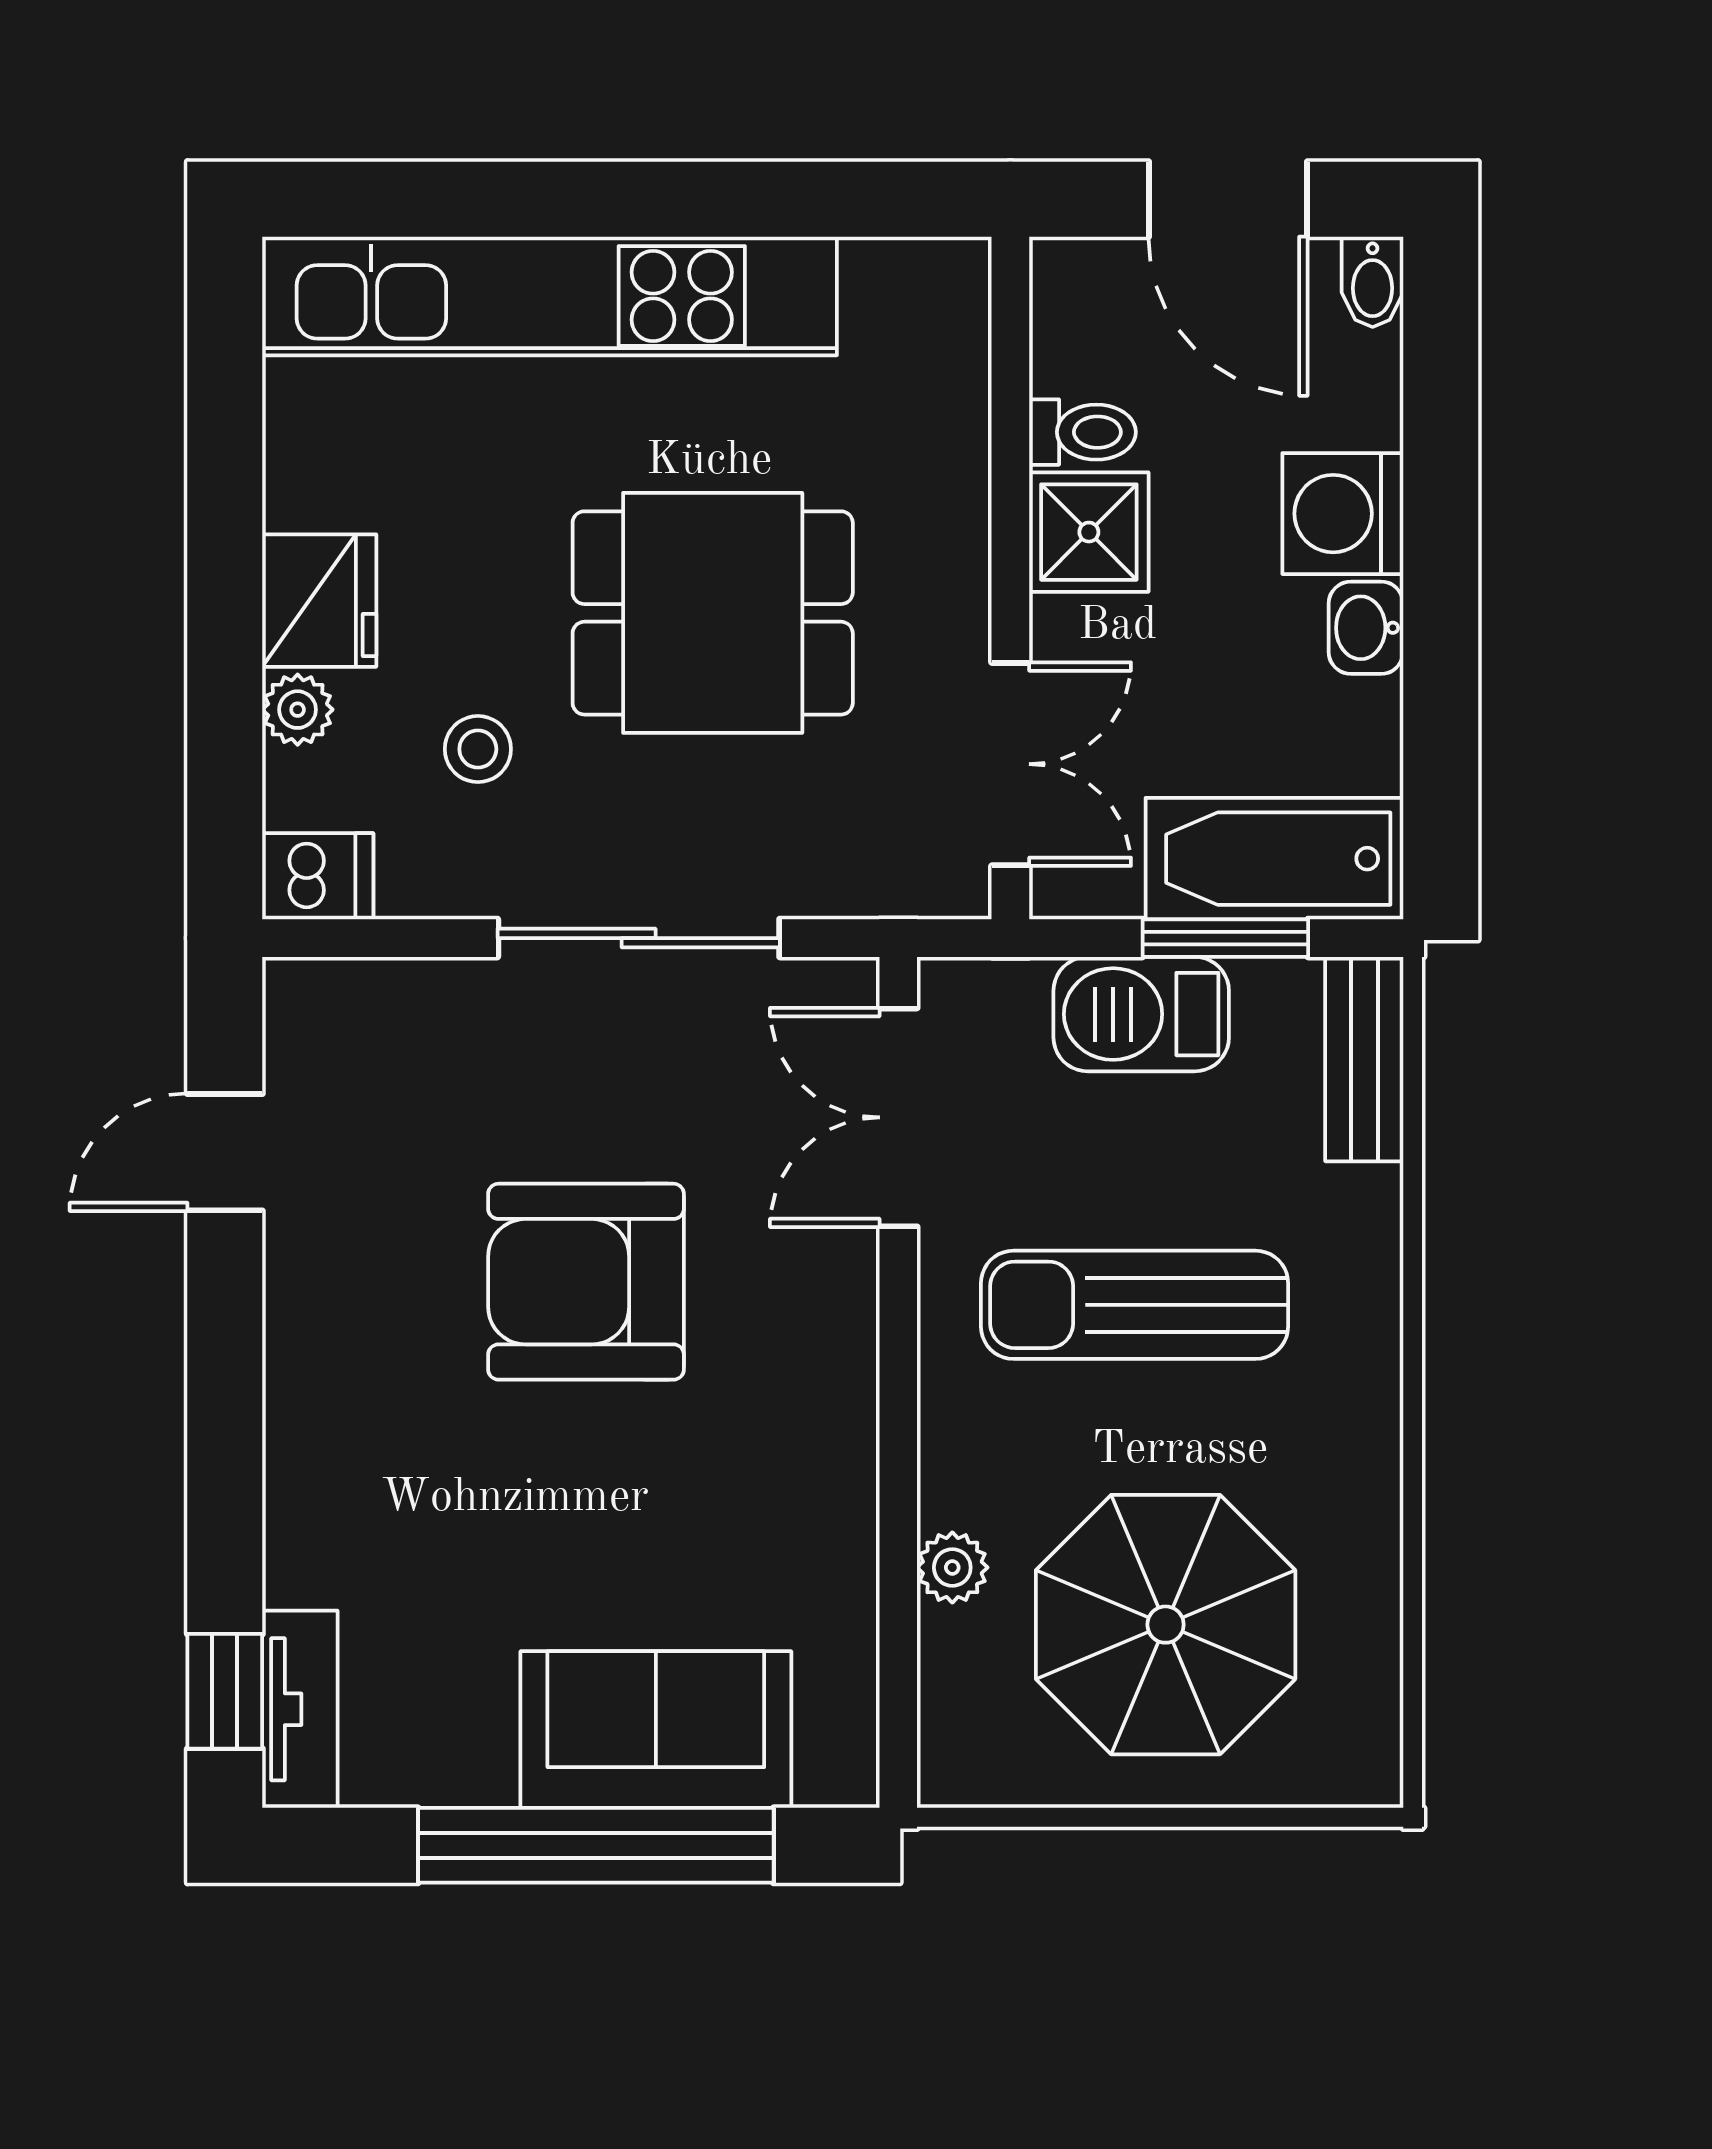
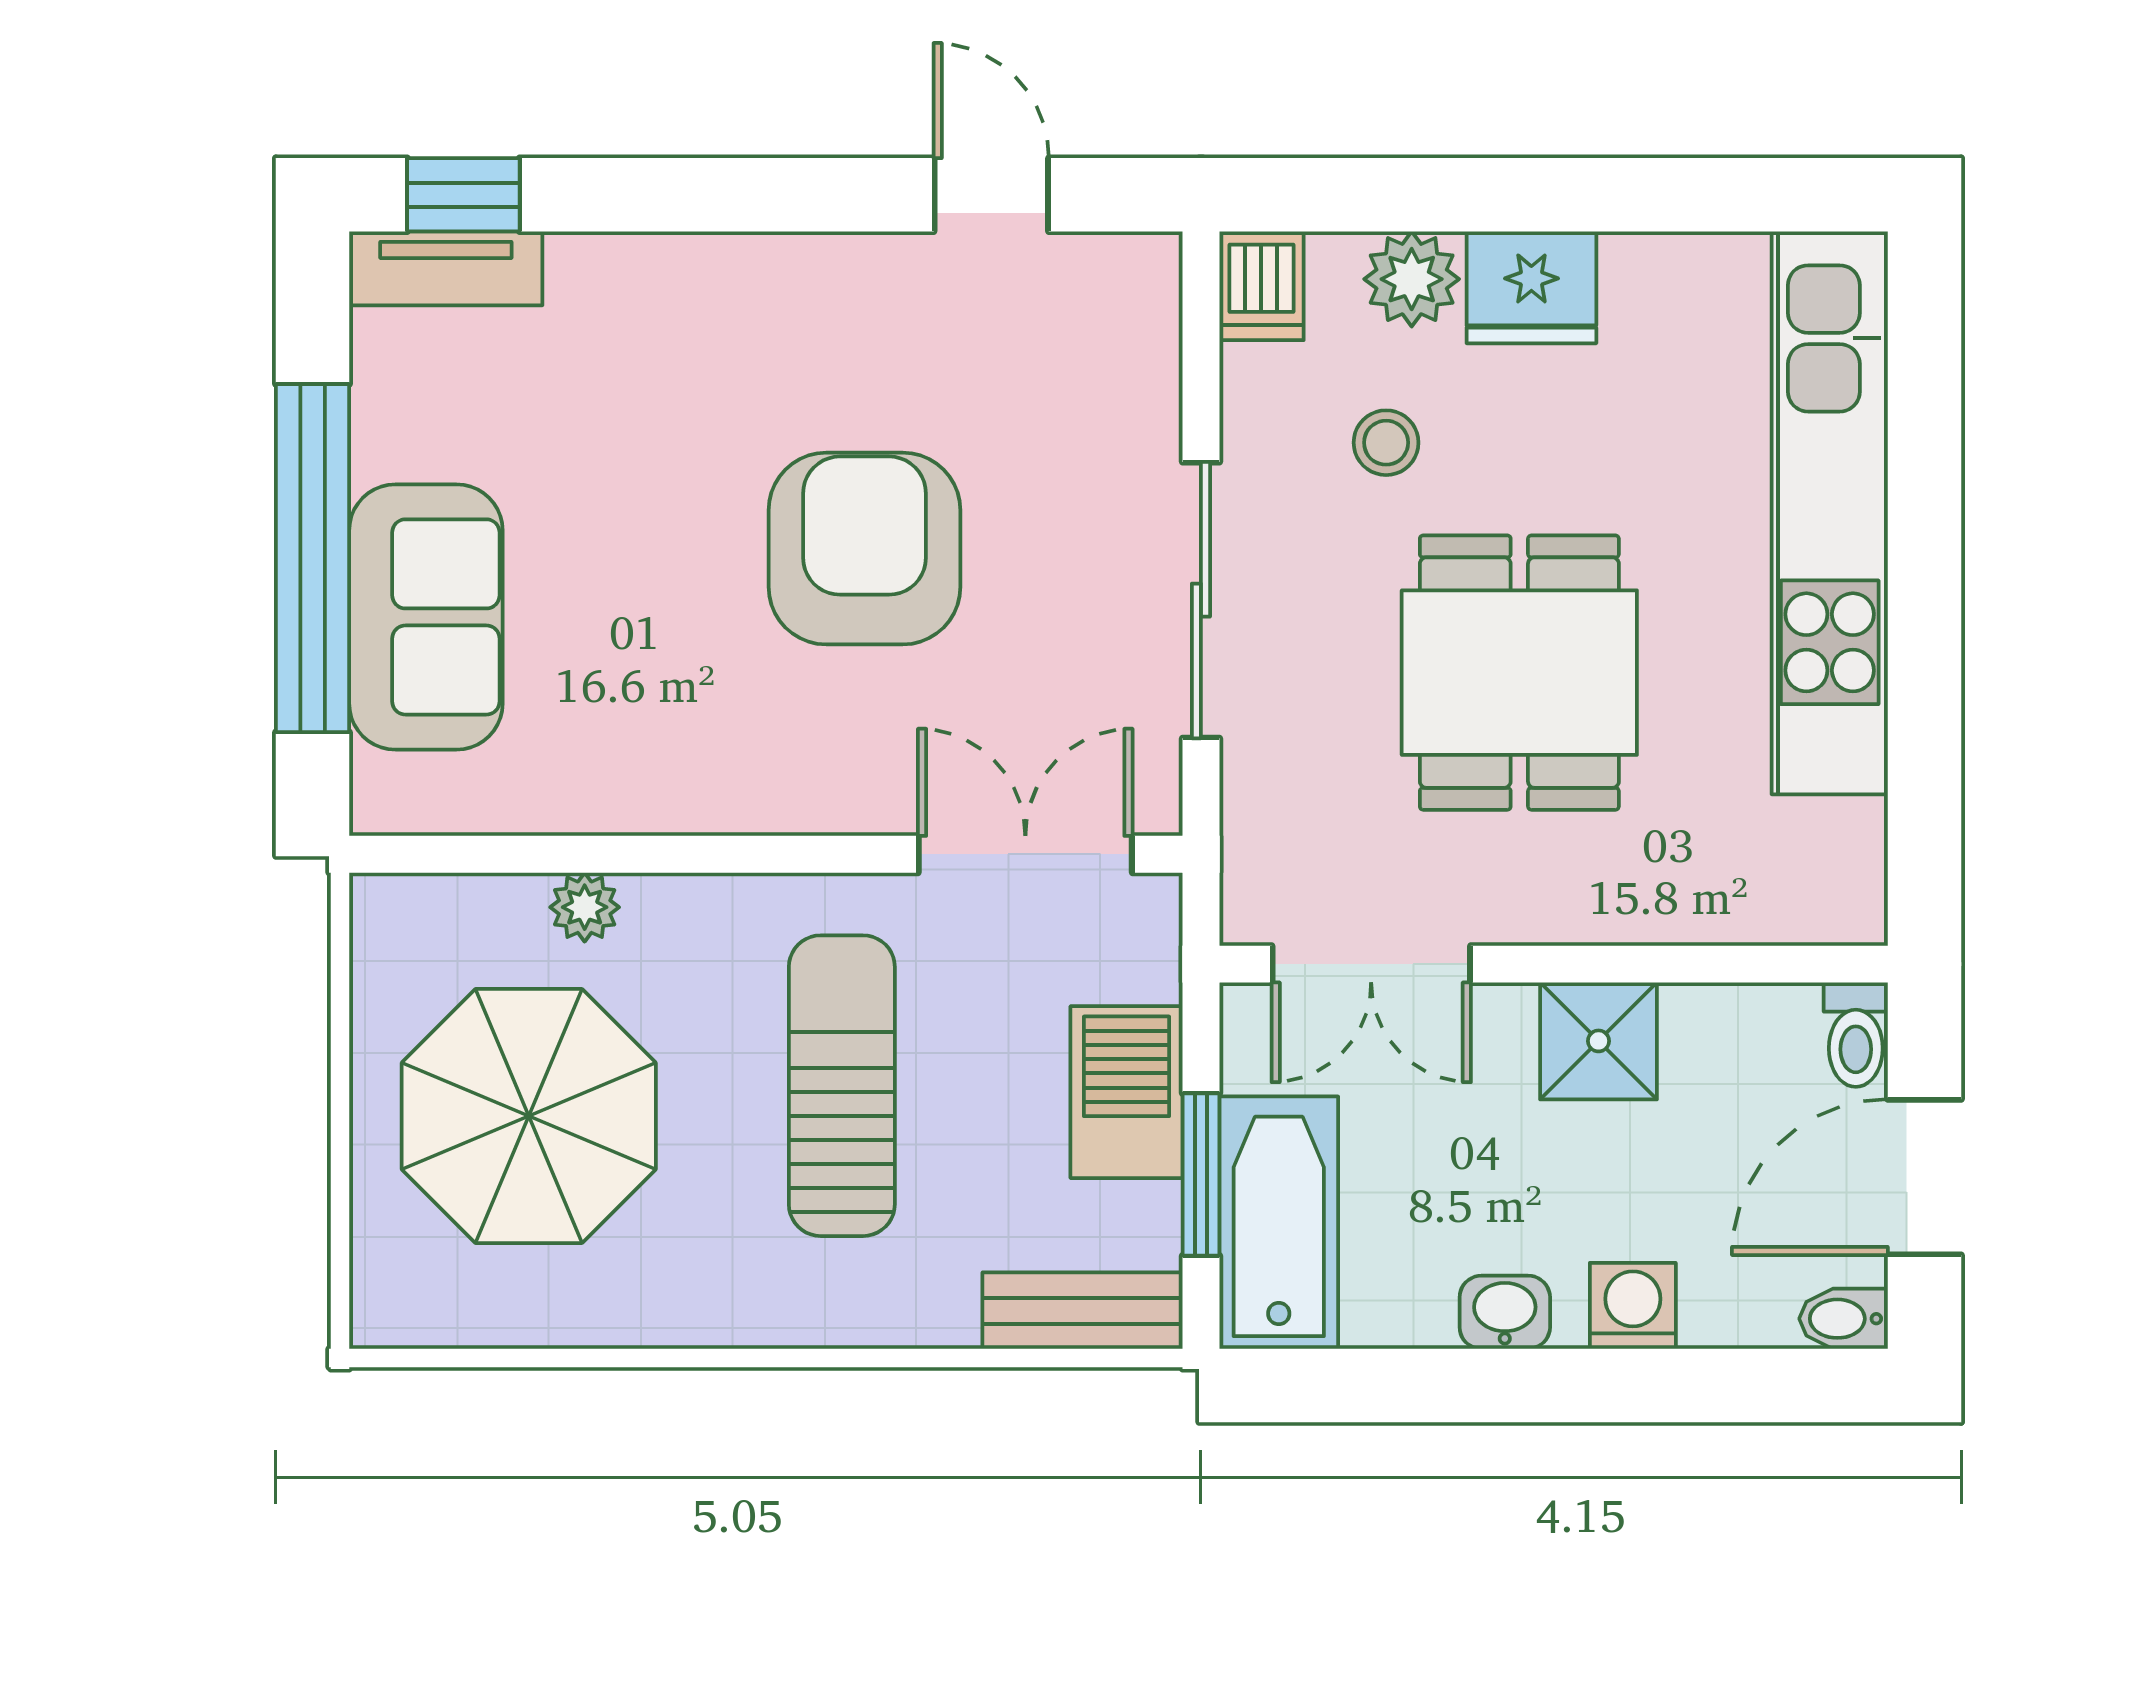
toilet: (1082, 432) -> (1856, 1035), moved
washing machine: (1343, 514) -> (1633, 1306), width x0.73, depth x0.73
plant: (298, 710) -> (1412, 279), width x1.38, depth x1.38

